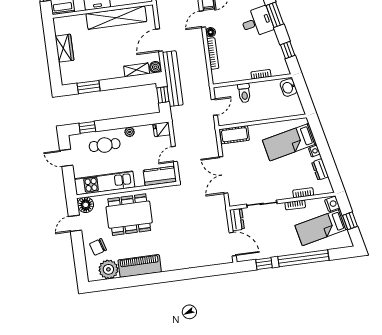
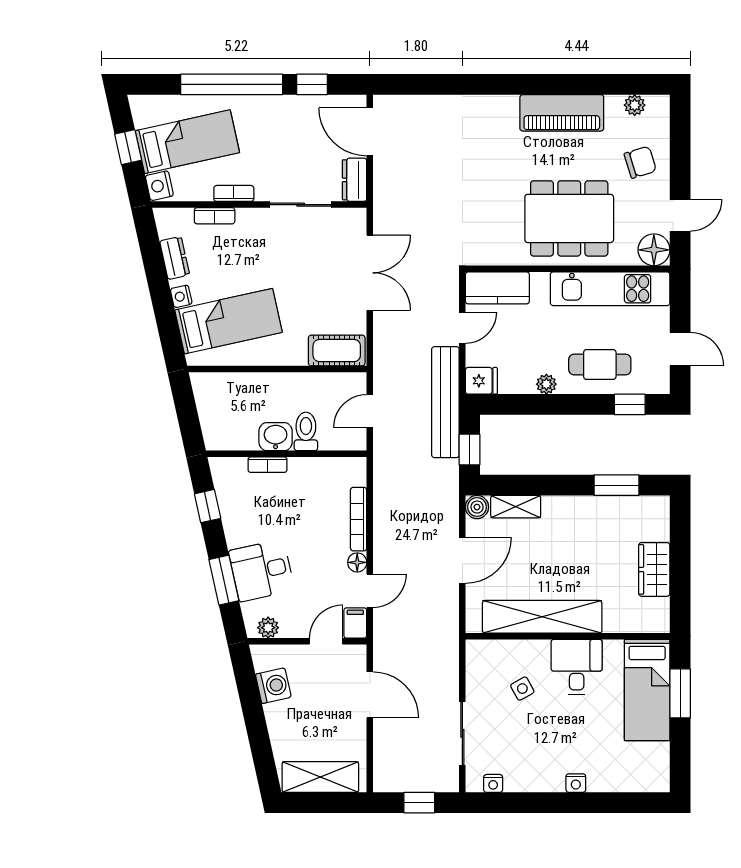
bench: (173, 79) -> (445, 402), moved
washbasin: (289, 87) -> (276, 437), moved, turned -78
plant: (108, 269) -> (635, 105), width x0.53, depth x0.53

